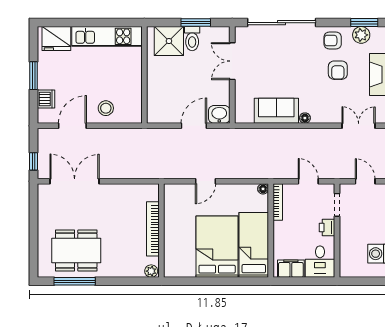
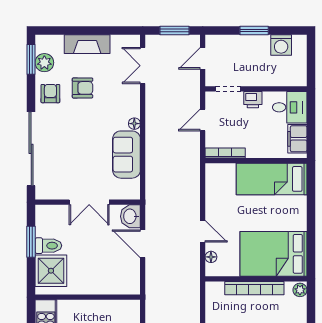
armchair: (333, 41) -> (50, 94), turned 180
double door: (232, 61) -> (89, 202), moved
floor lamp: (263, 189) -> (211, 257), moved
bed: (217, 247) -> (273, 254), moved

